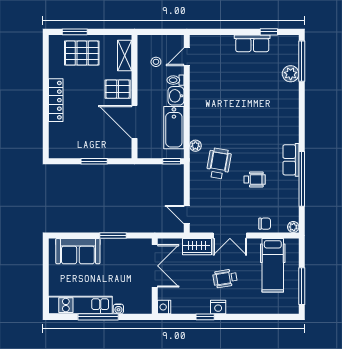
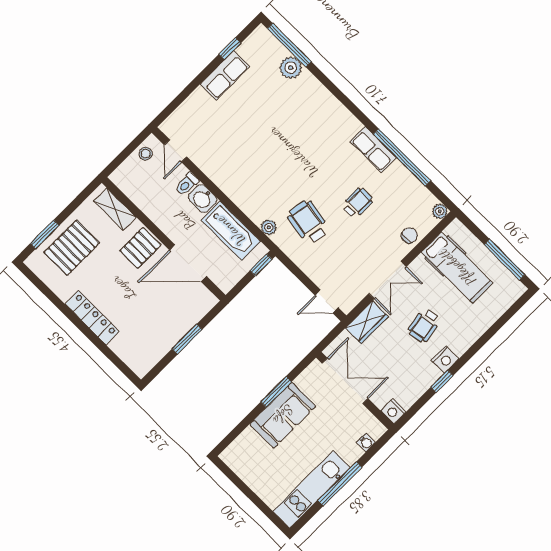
stool: (156, 62) -> (146, 154), moved
sofa: (78, 251) -> (283, 415), moved
water cooler: (118, 309) -> (366, 442), moved

